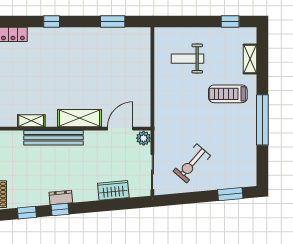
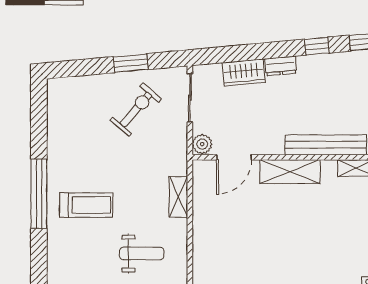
shelving: (250, 59) -> (178, 197), moved
window: (262, 120) -> (39, 194), moved
window: (230, 194) -> (131, 63), moved
dresser: (61, 198) -> (281, 66), moved

